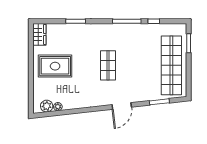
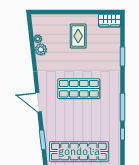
shop shelf: (108, 65) -> (79, 89), width x1.43, depth x1.36
rug: (55, 66) -> (78, 36), width x0.73, depth x0.70
plant: (47, 106) -> (41, 49), moved

